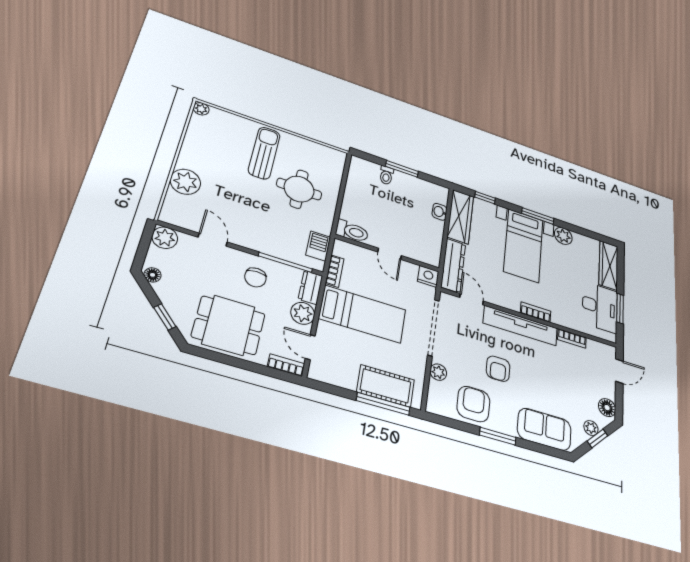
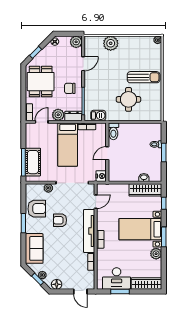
dresser: (453, 266) -> (113, 189), removed

